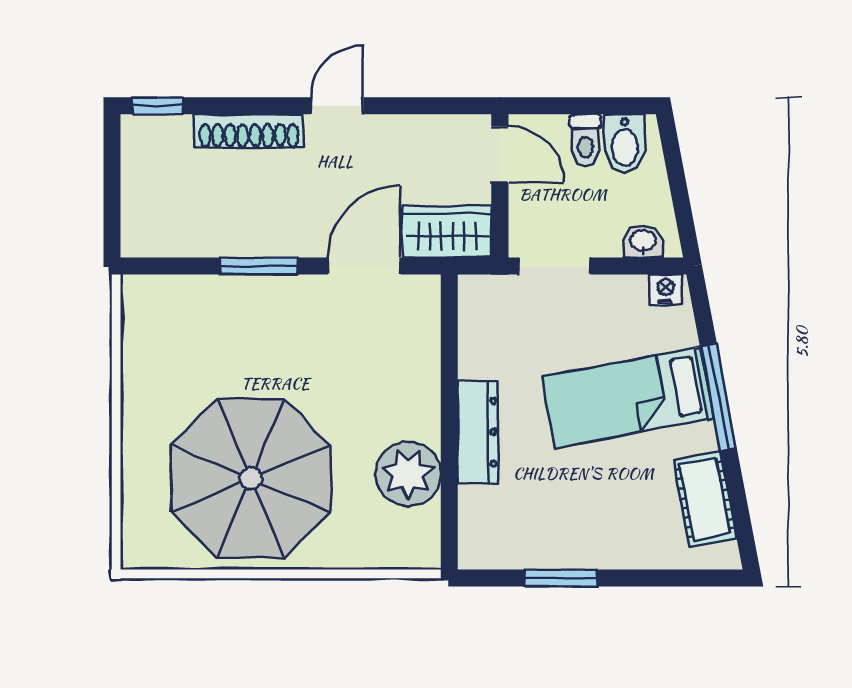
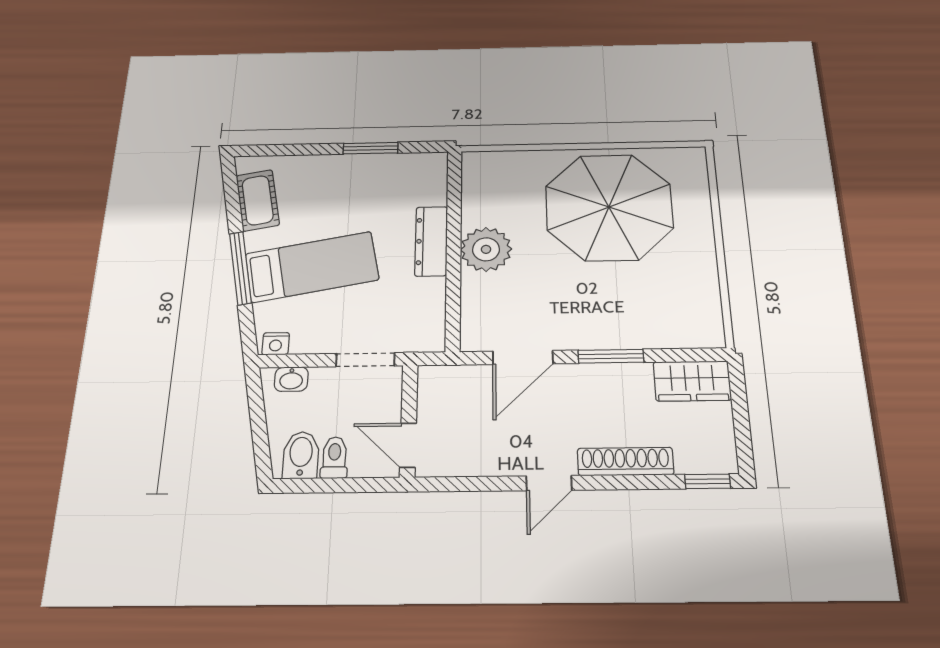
wardrobe: (447, 232) -> (692, 381), moved
plant: (408, 474) -> (486, 249), moved

